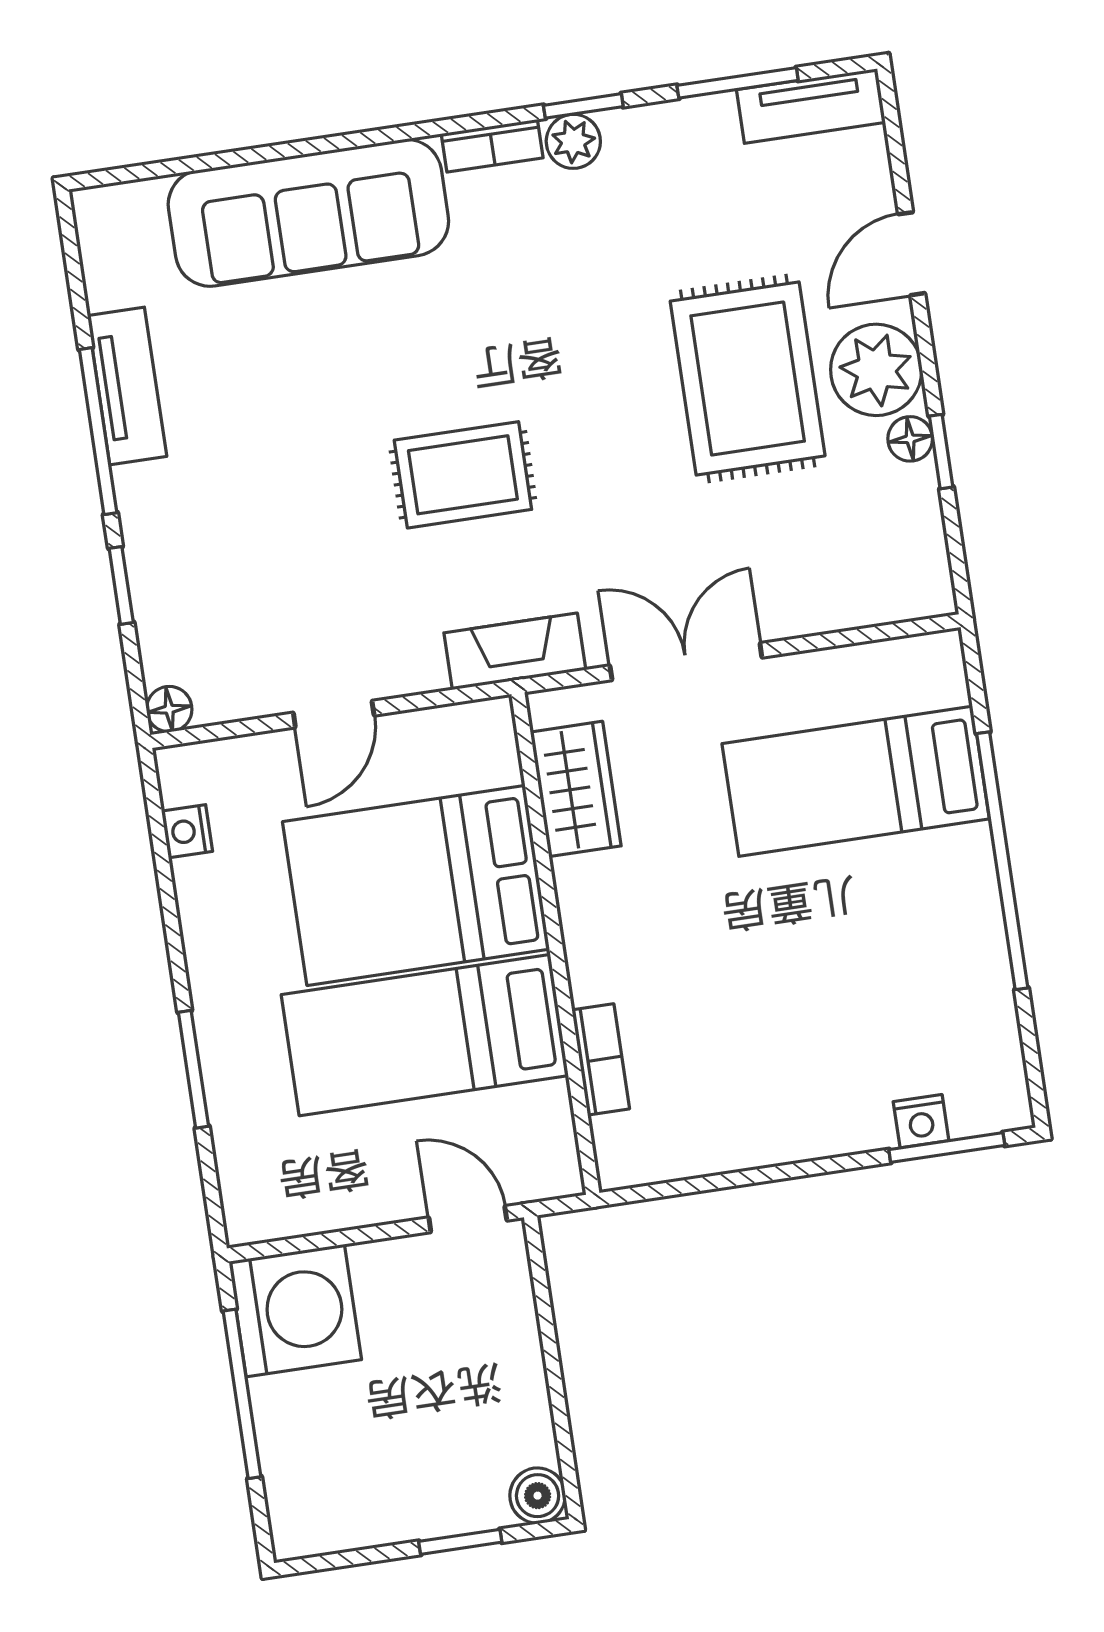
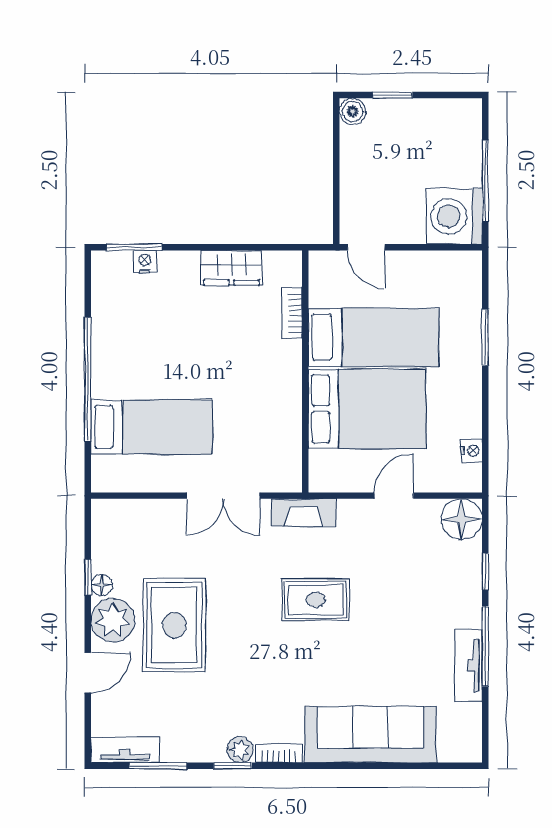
floor lamp: (169, 709) -> (462, 519), width x1.89, depth x1.89
wardrobe: (576, 789) -> (232, 268), moved, turned -90

